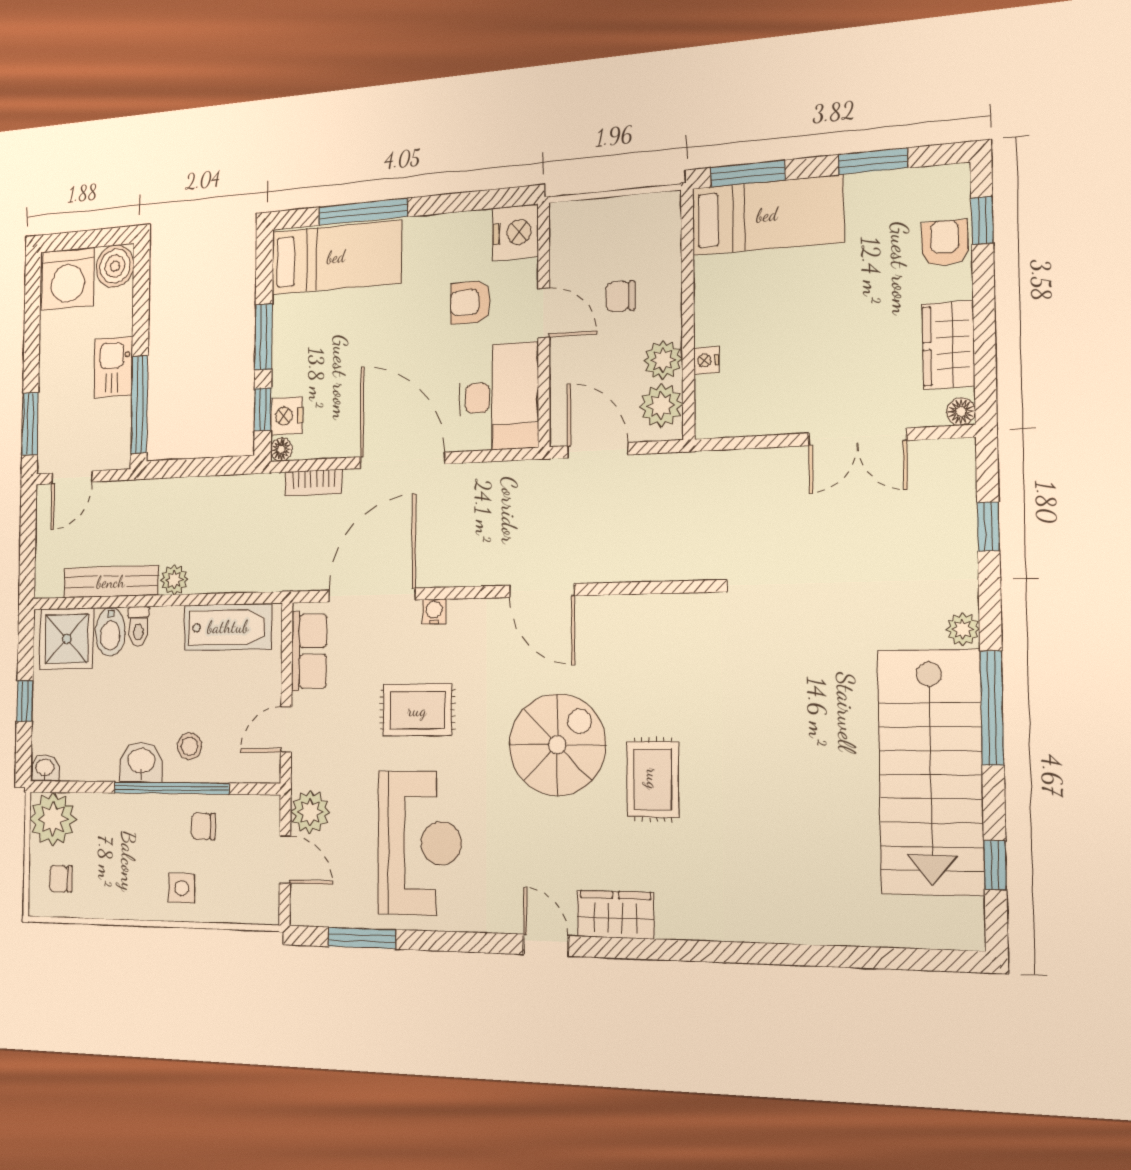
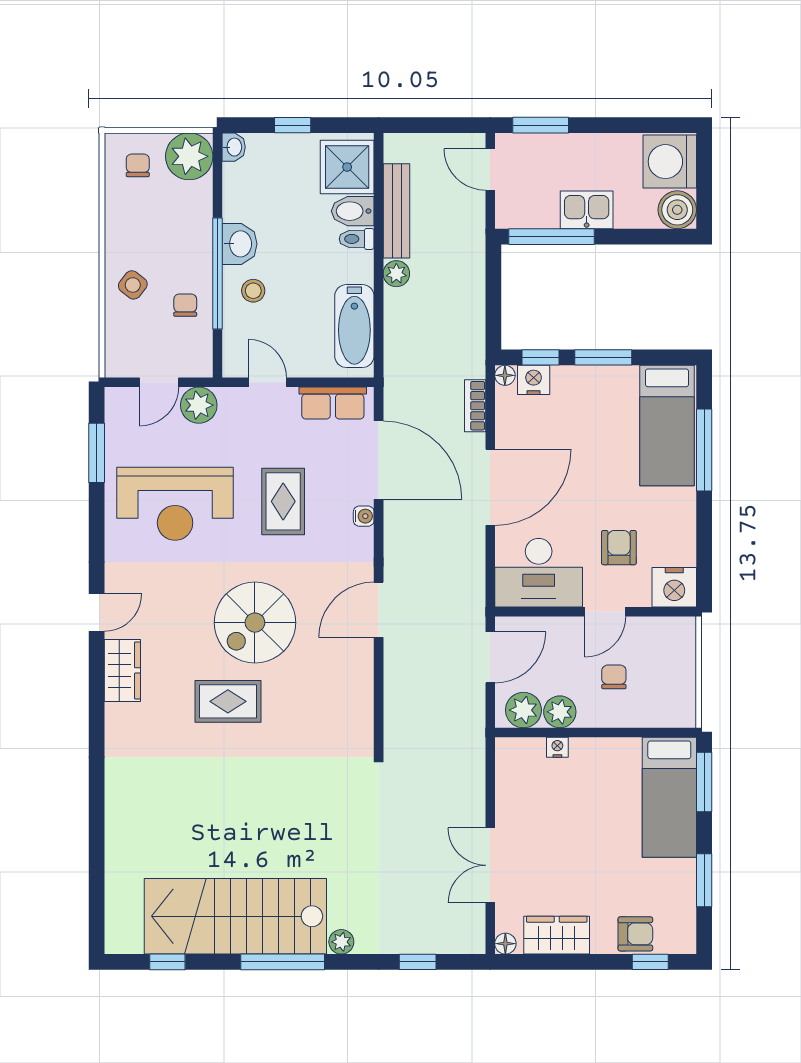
spiral stairs: (557, 745) -> (255, 623), turned 90
side table: (182, 888) -> (133, 285), turned 38

